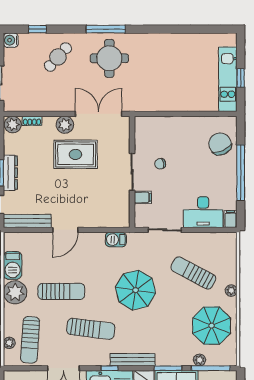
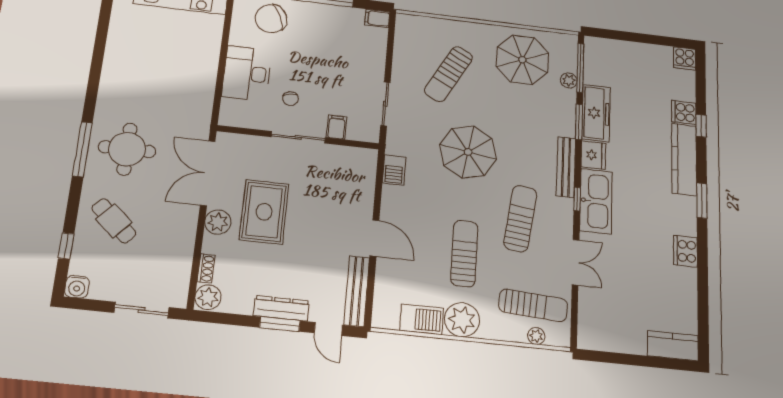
desk: (203, 212) -> (247, 73), moved, turned 180
plant: (231, 291) -> (476, 30), removed

